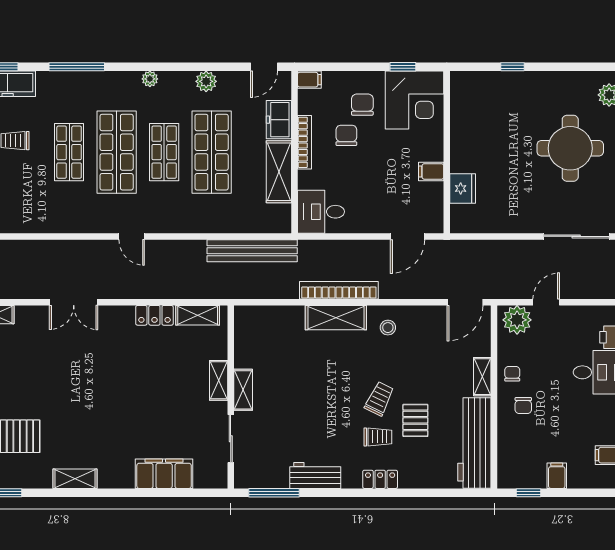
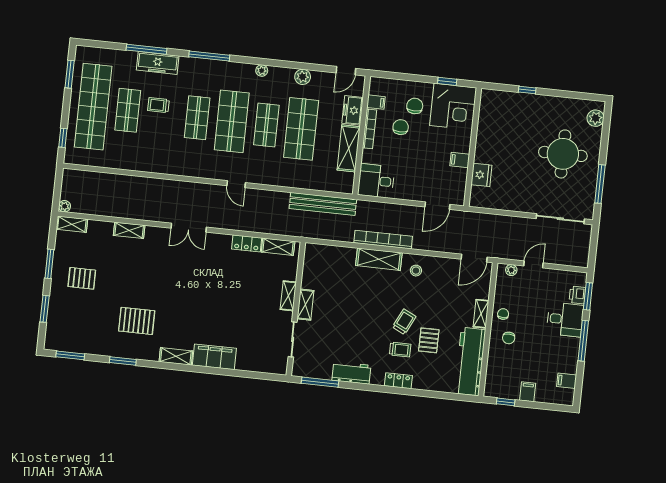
filing cabinet: (309, 80) -> (376, 102), moved
plant: (517, 320) -> (511, 270), width x0.53, depth x0.53
filing cabinet: (164, 474) -> (214, 357), moved

